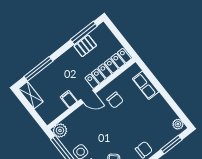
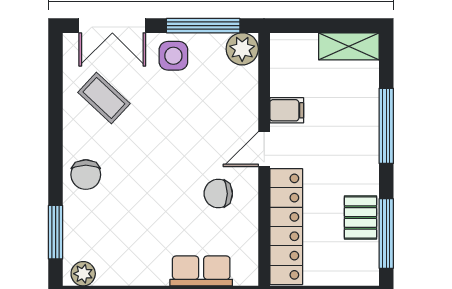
window: (38, 69) -> (386, 126), moved

